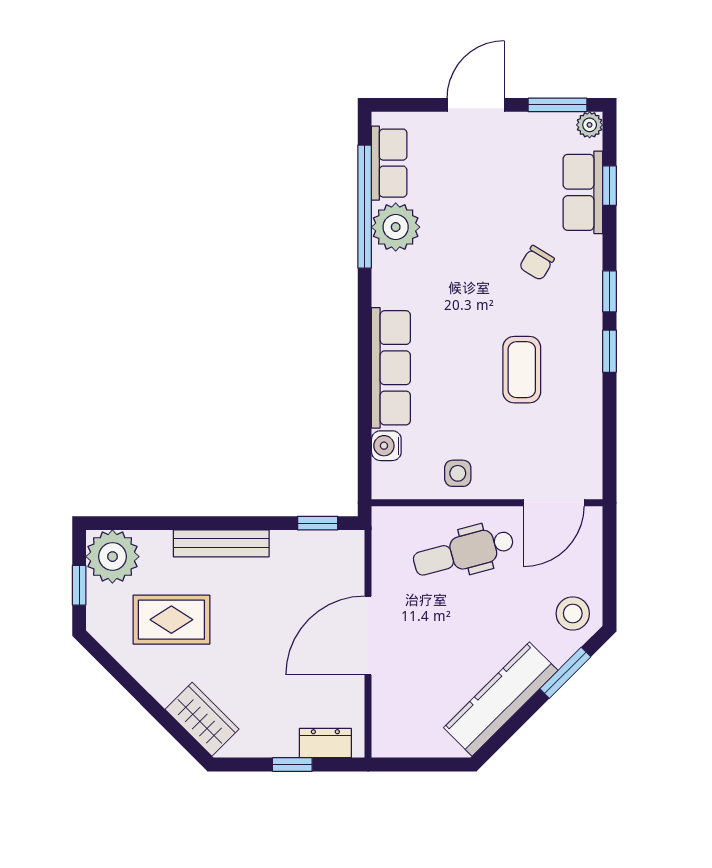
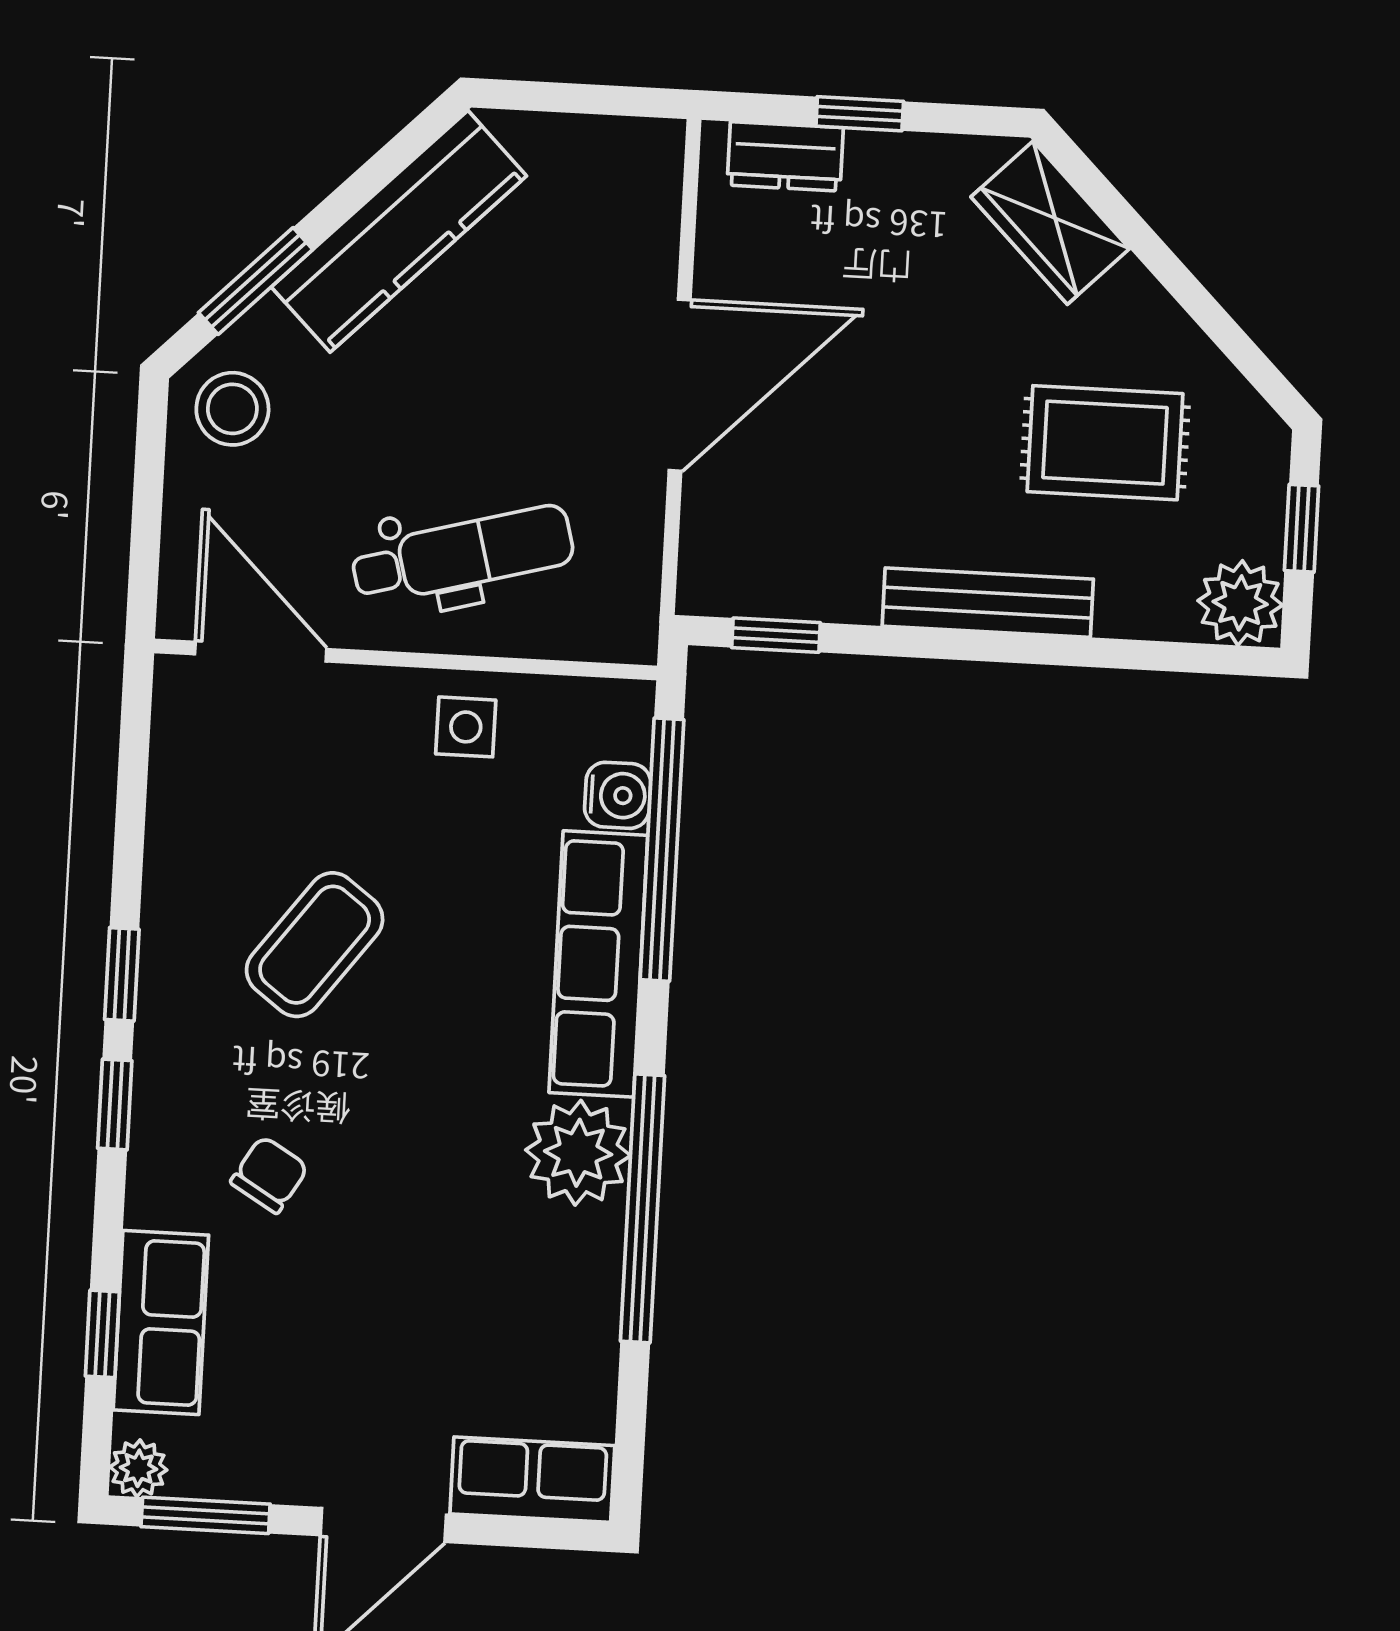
row of seats: (389, 163) -> (532, 1480), moved, turned 90
window: (365, 207) -> (642, 1208), moved
plant: (396, 227) -> (578, 1153), moved
coffee table: (522, 370) -> (315, 945), turned 37
window: (365, 422) -> (662, 850), added
door: (554, 503) -> (261, 652), hinge flipped
plant: (112, 557) -> (1240, 603), width x0.73, depth x0.73

